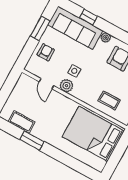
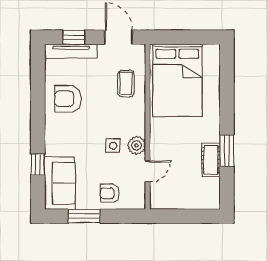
sofa: (75, 28) -> (60, 183), width x0.73
plant: (106, 38) -> (51, 130), removed
cot: (22, 122) -> (211, 160), moved

